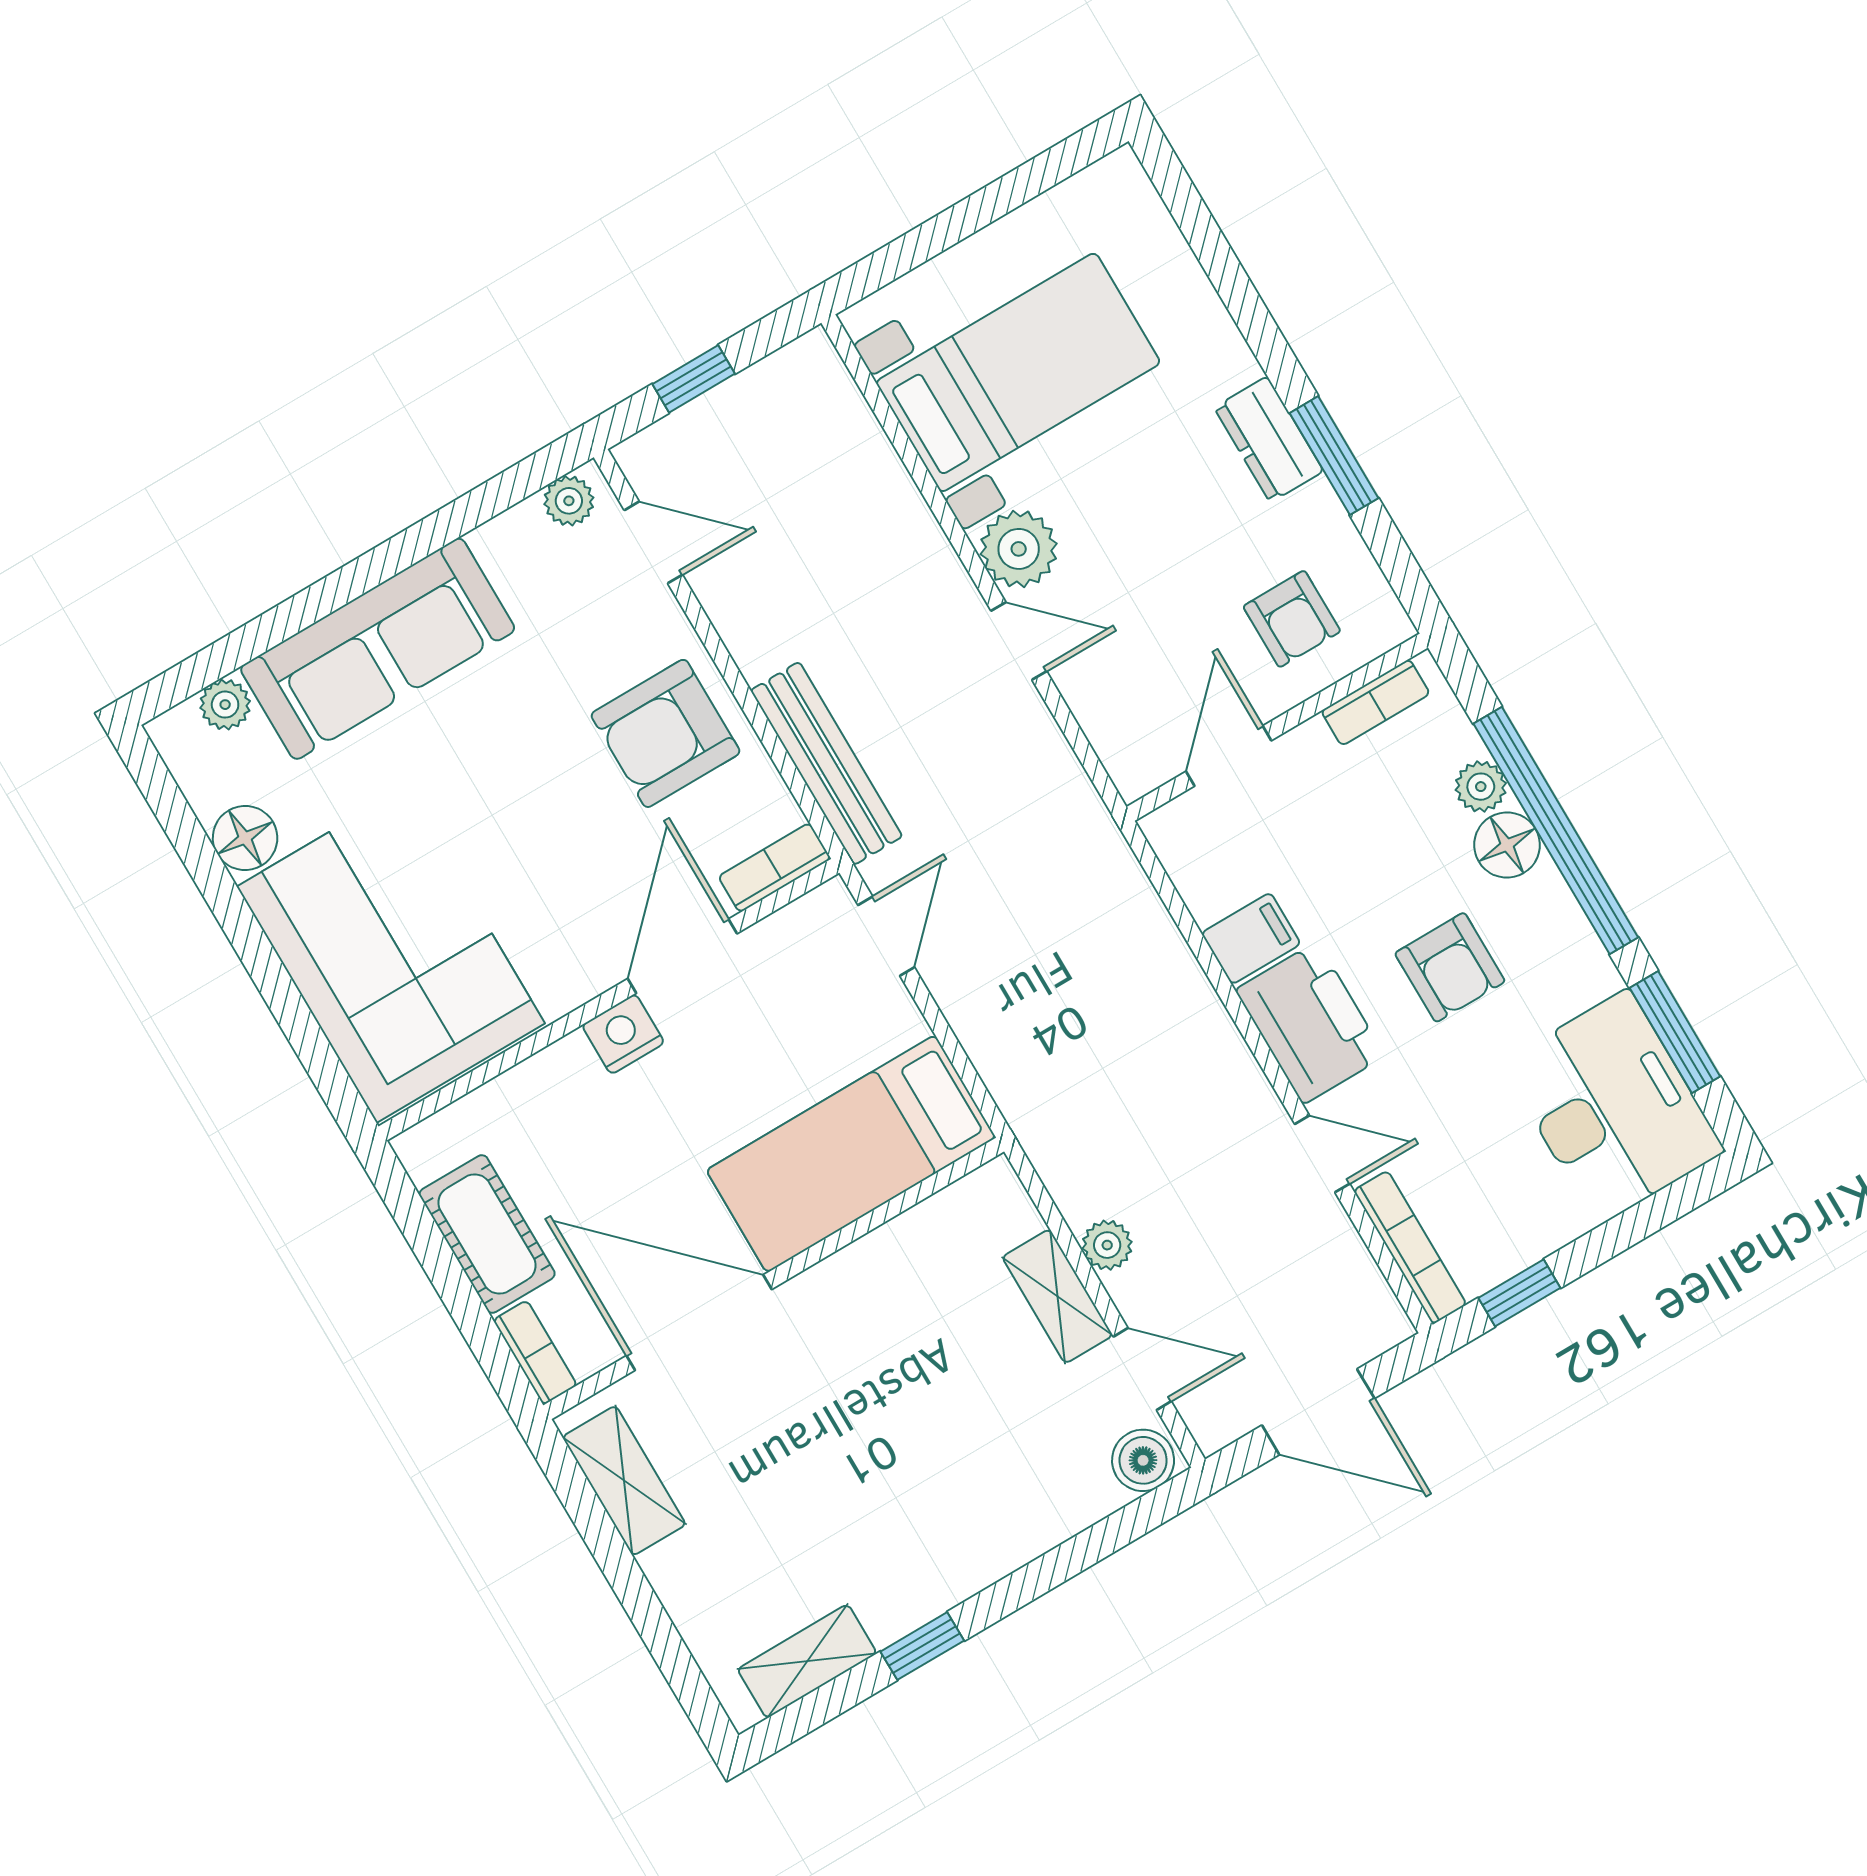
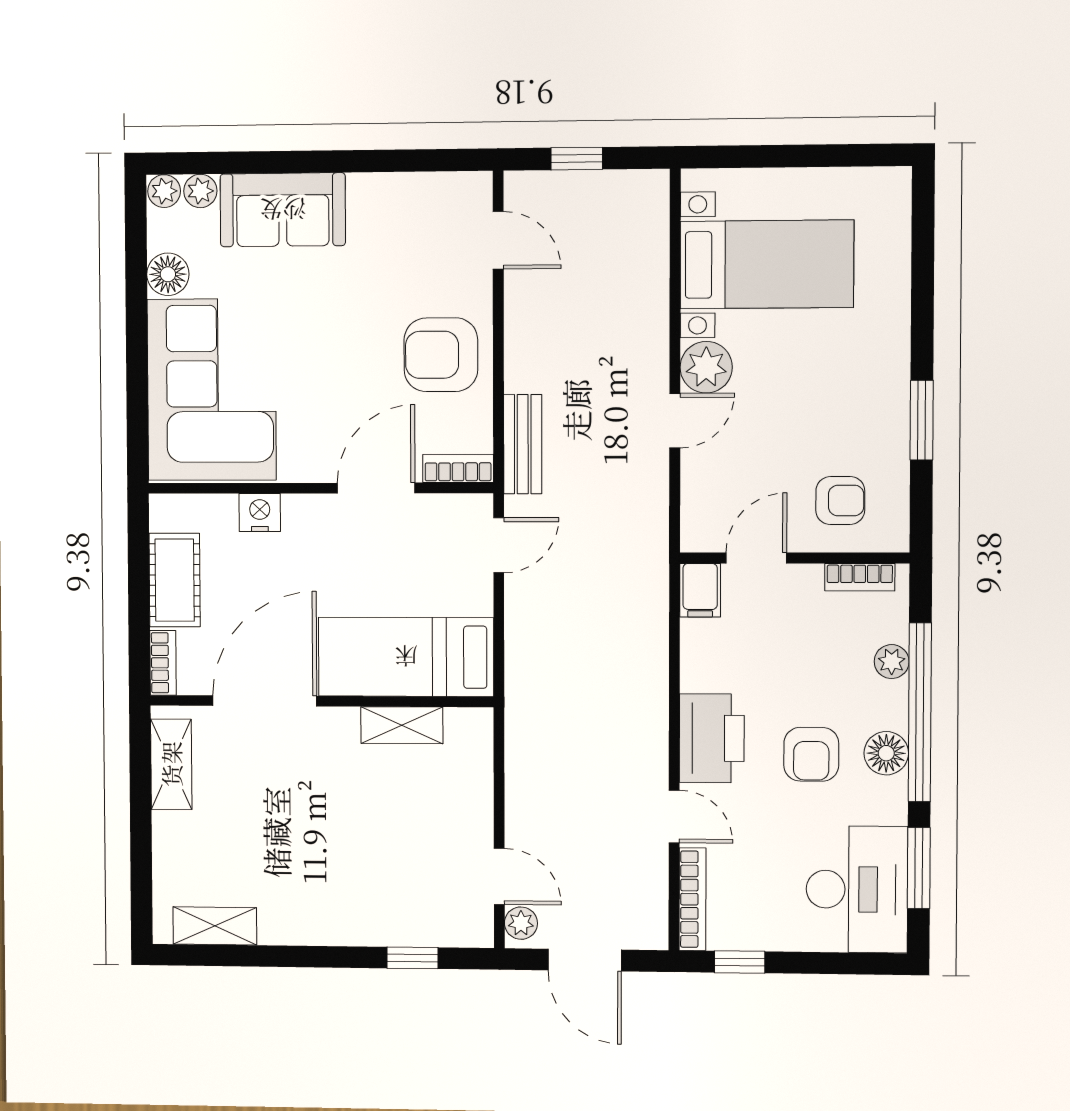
dresser: (1269, 439) -> (889, 388), removed
plant: (569, 501) -> (164, 191), moved
armchair: (1292, 619) -> (840, 501), turned -90
door: (1019, 641) -> (675, 421), hinge flipped
sofa: (378, 649) -> (283, 210), width x0.73
bench: (826, 763) -> (523, 444), width x0.73
floor lamp: (1507, 845) -> (886, 753), moved
filing cabinet: (1251, 938) -> (700, 590), moved, turned 90
nightstand: (623, 1034) -> (260, 513), moved
plant: (1107, 1245) -> (521, 923), moved
shelving: (1057, 1296) -> (402, 725), moved, turned 90
door: (699, 1323) -> (265, 701), hinge flipped
boiler: (1143, 1460) -> (469, 928), removed
window: (922, 1646) -> (412, 958), moved

